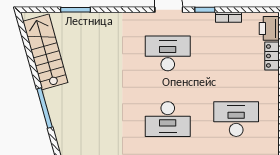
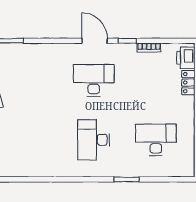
desk: (168, 119) -> (94, 140), turned 90

